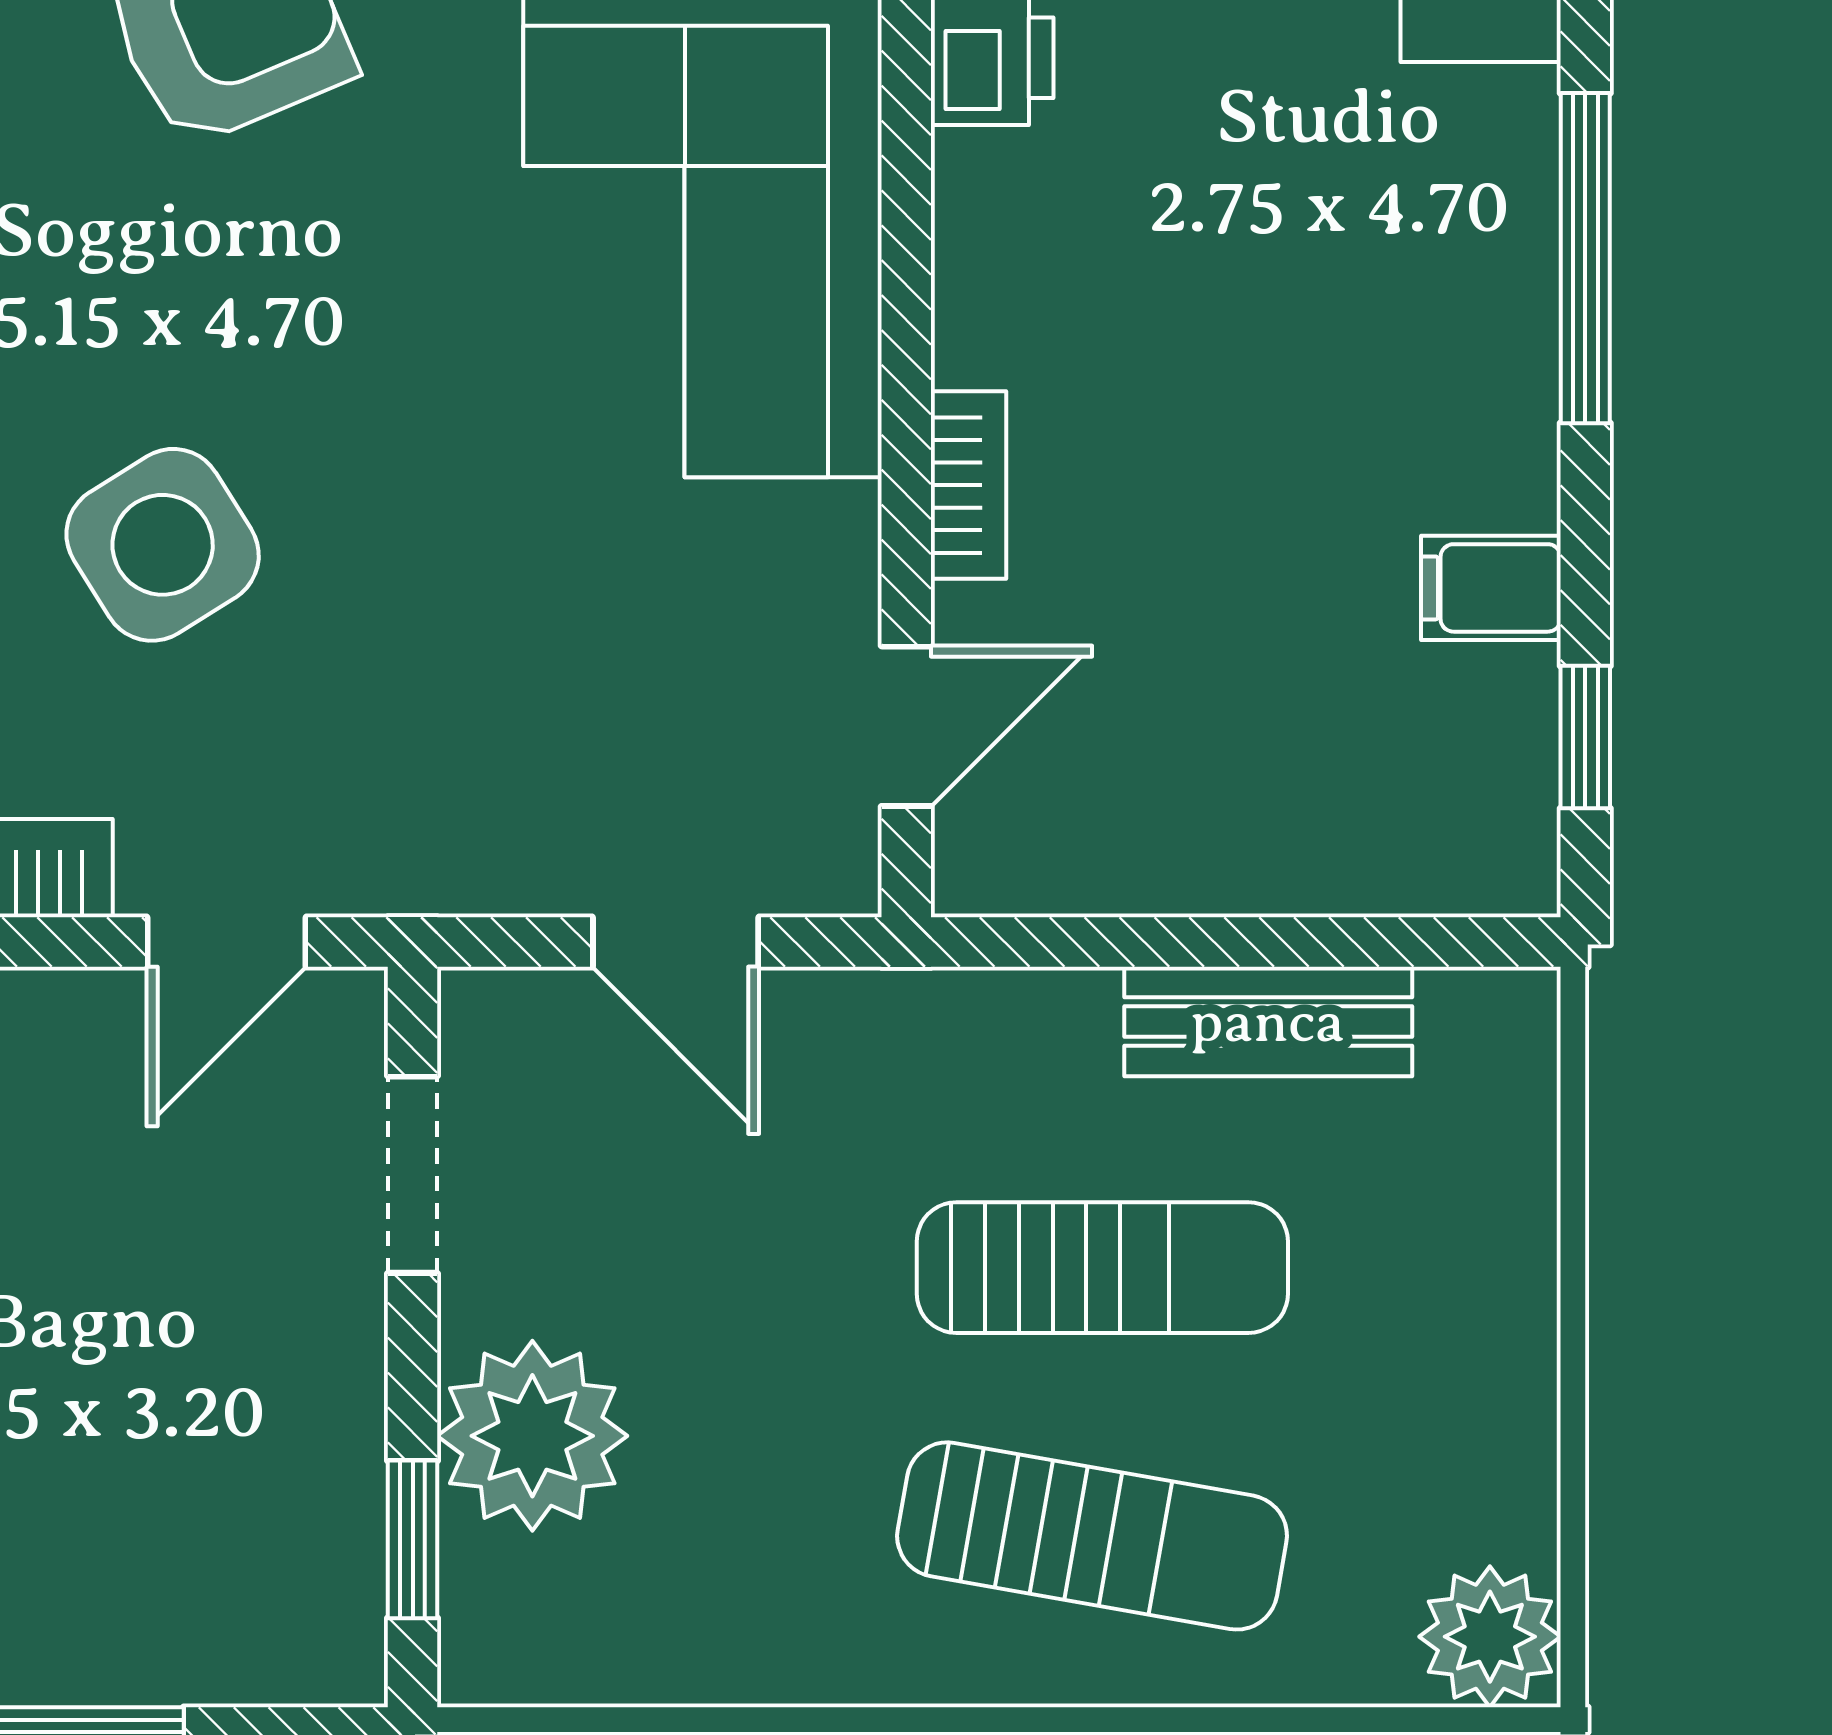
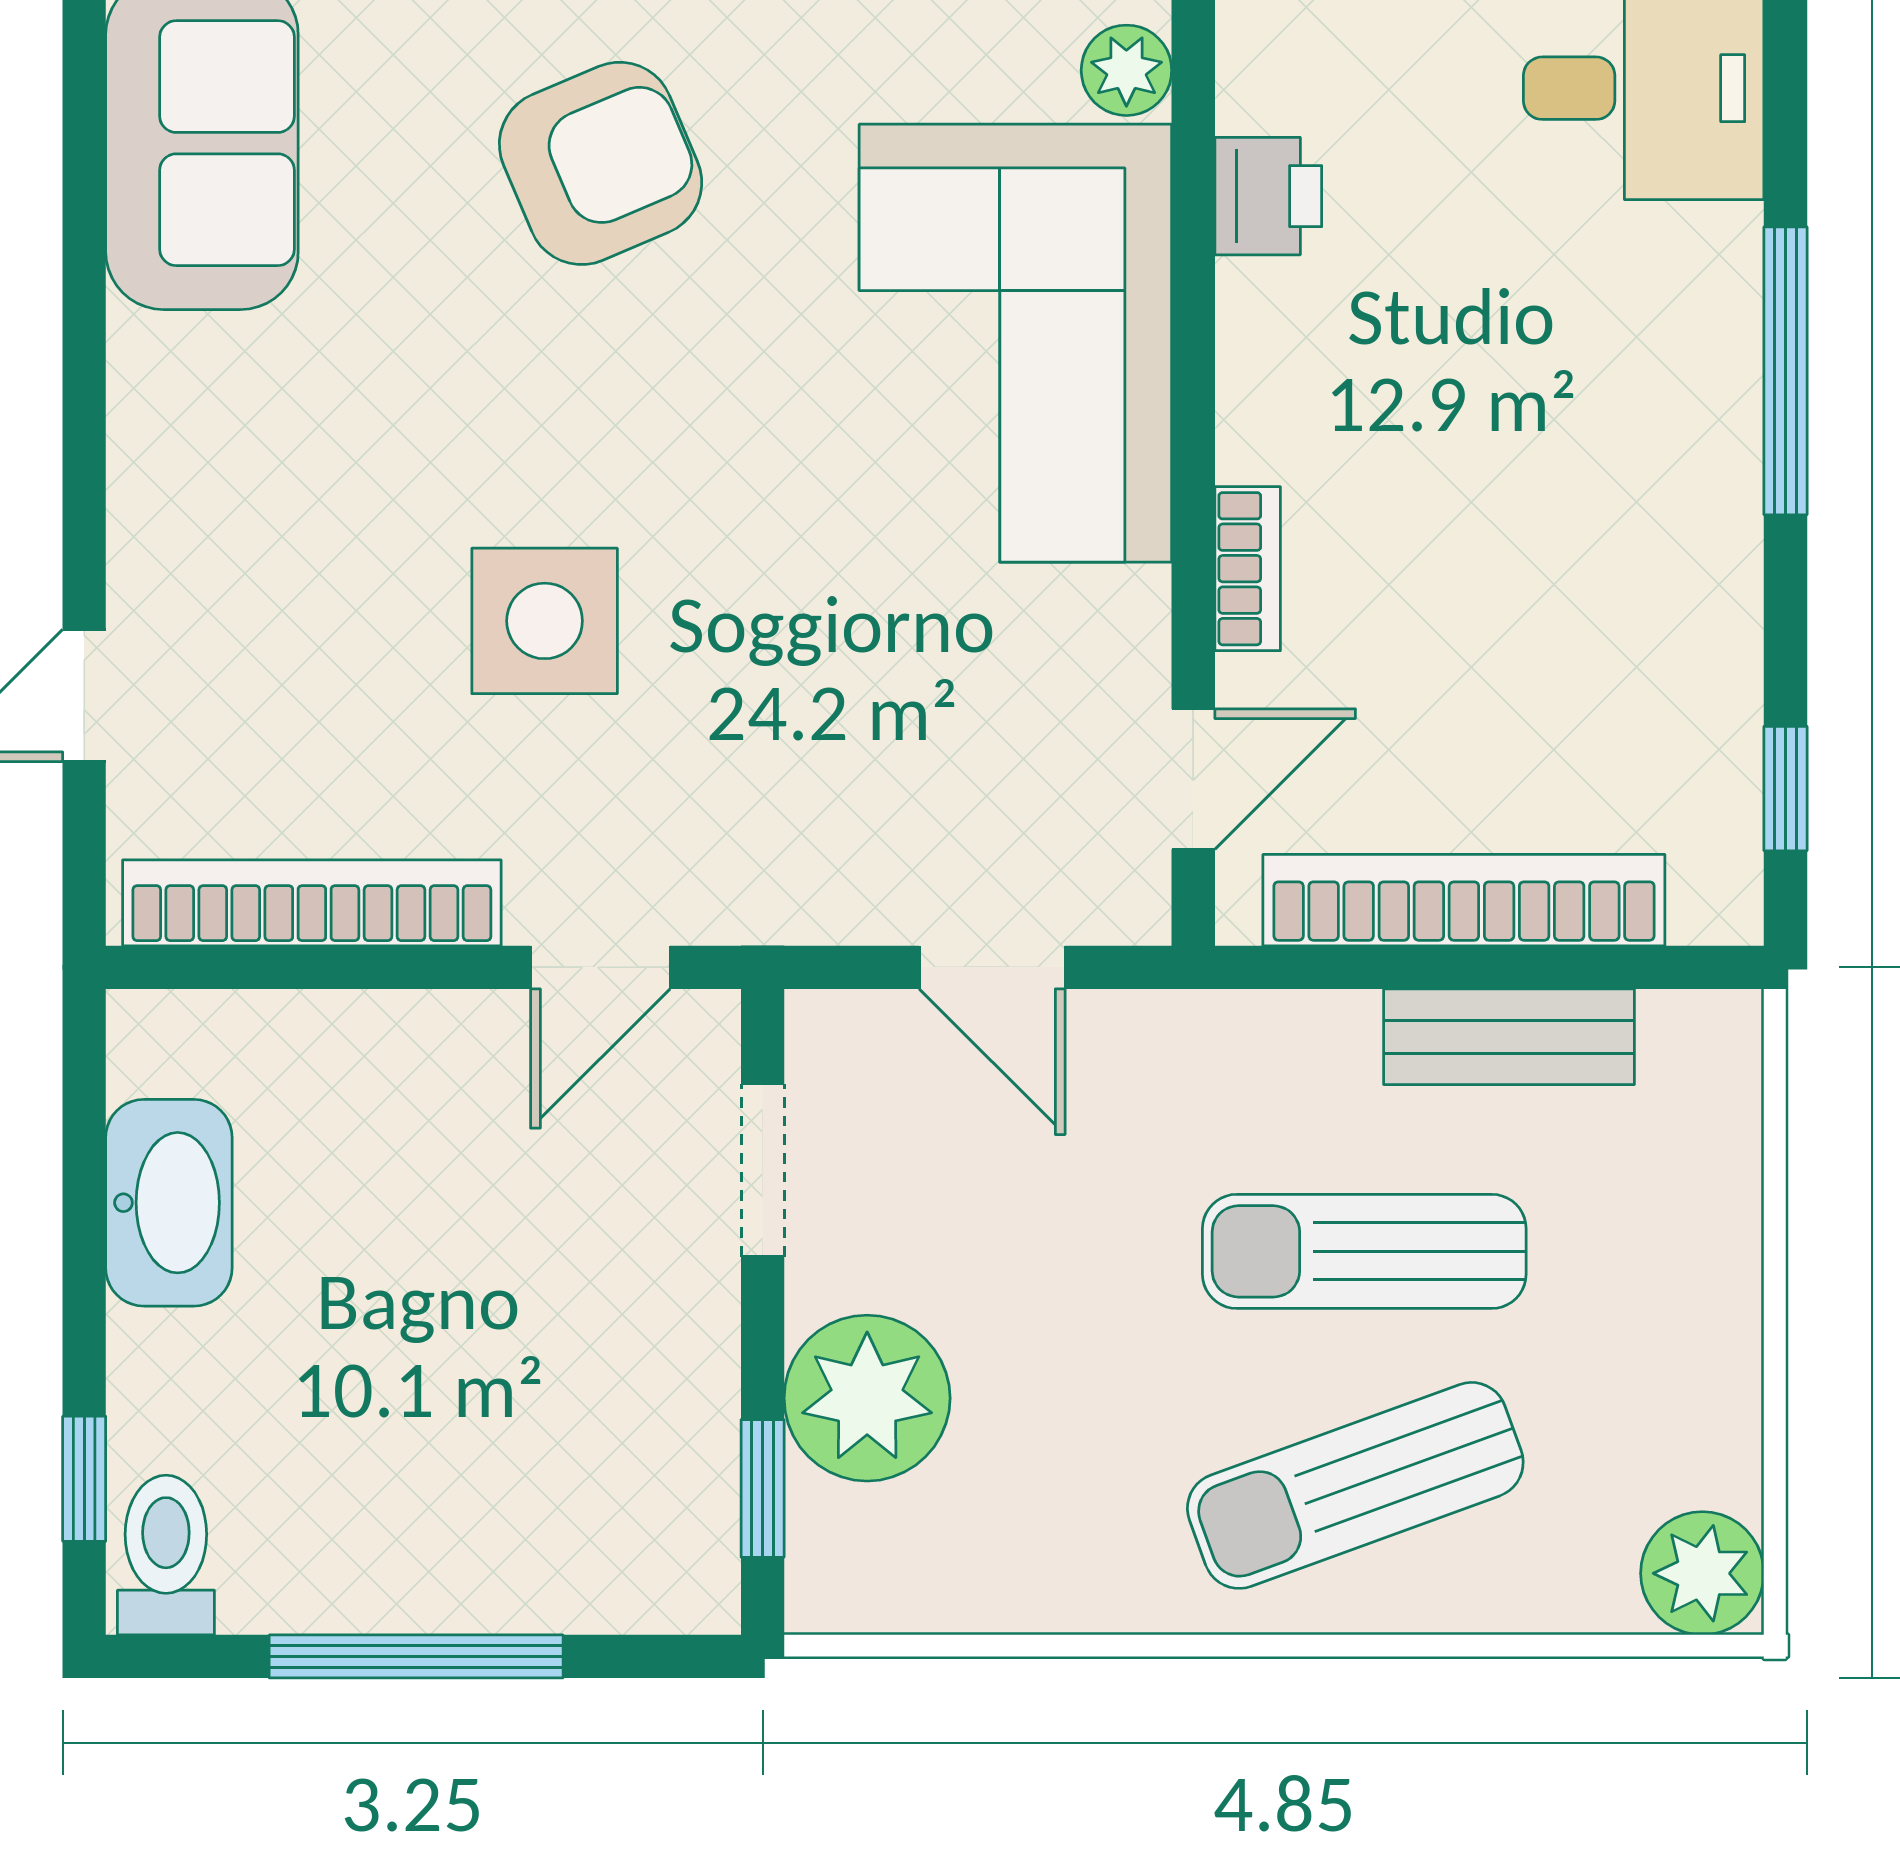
side table: (163, 545) -> (545, 621), turned 32
filing cabinet: (1491, 588) -> (1703, 659), removed
bookcase: (1217, 865) -> (1464, 900), added
sun lounger: (1102, 1268) -> (1364, 1251), turned 180
sun lounger: (1092, 1536) -> (1355, 1485), turned 150

